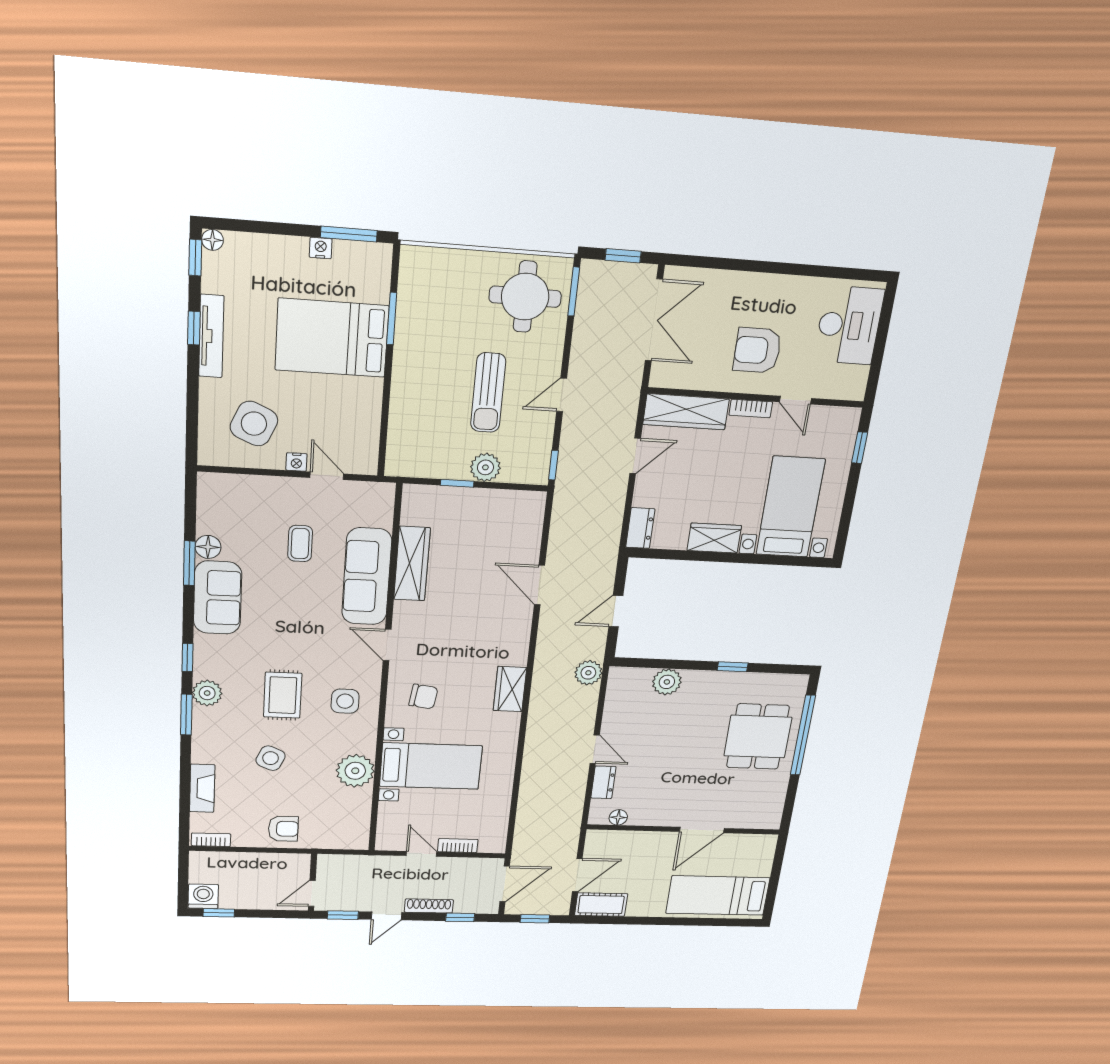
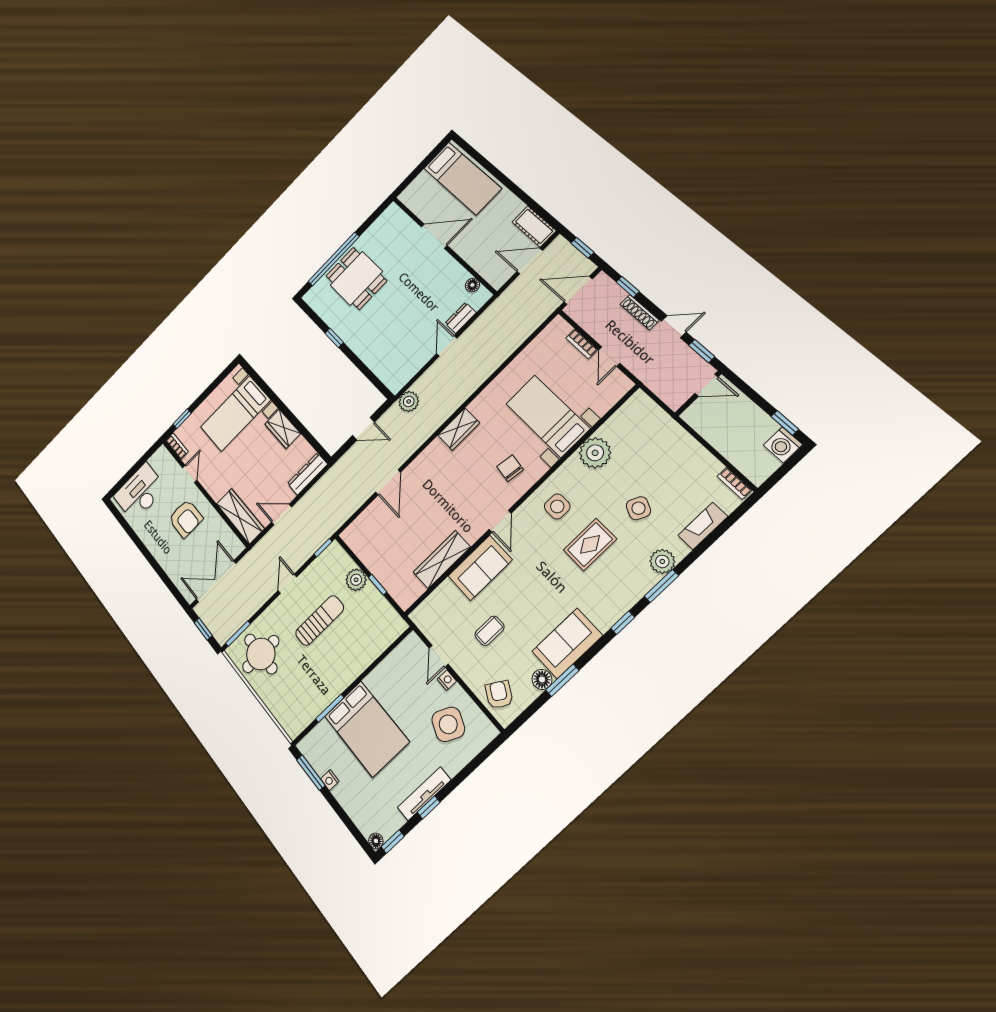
door: (562, 395) -> (287, 584), swing flipped
bookcase: (751, 409) -> (177, 446), moved
dresser: (640, 528) -> (307, 474), width x1.44
sofa: (367, 577) -> (480, 568), width x0.73
plant: (667, 682) -> (374, 358), removed
plant: (207, 693) -> (662, 561), moved
dining table: (758, 737) -> (356, 278), turned 90
armchair: (283, 829) -> (499, 695), moved, turned 30

